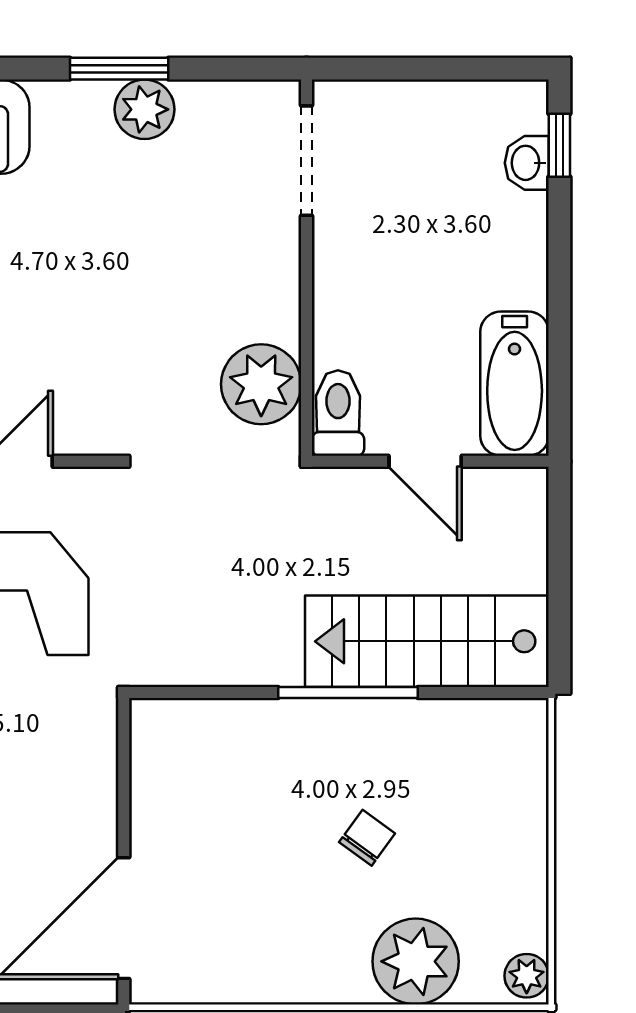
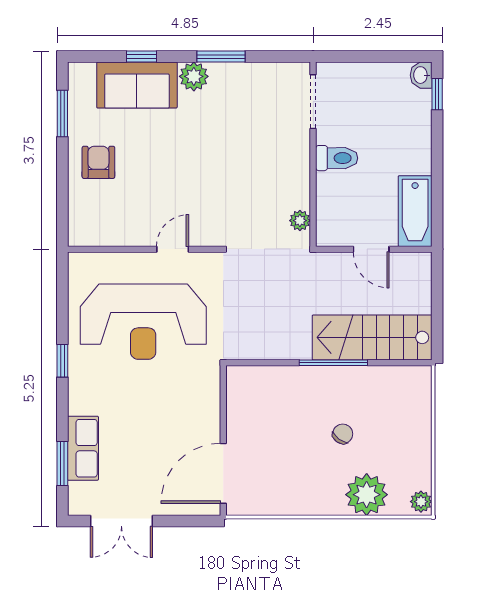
plant: (145, 109) -> (194, 76), moved
washbasin: (527, 163) -> (421, 75), moved
plant: (261, 384) -> (300, 221), width x0.53, depth x0.53
toilet: (338, 413) -> (337, 158), moved, turned 90

